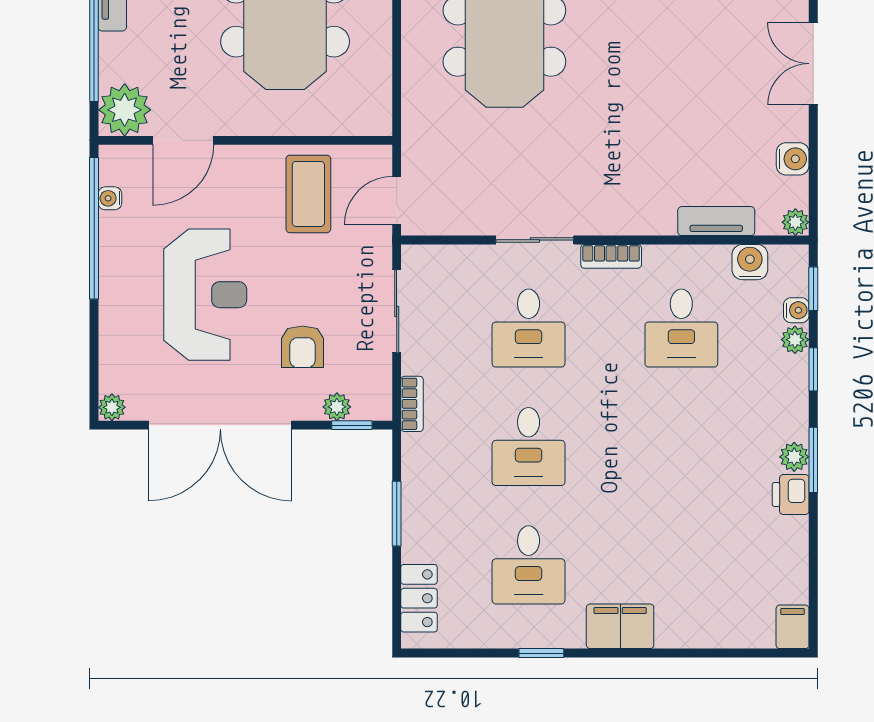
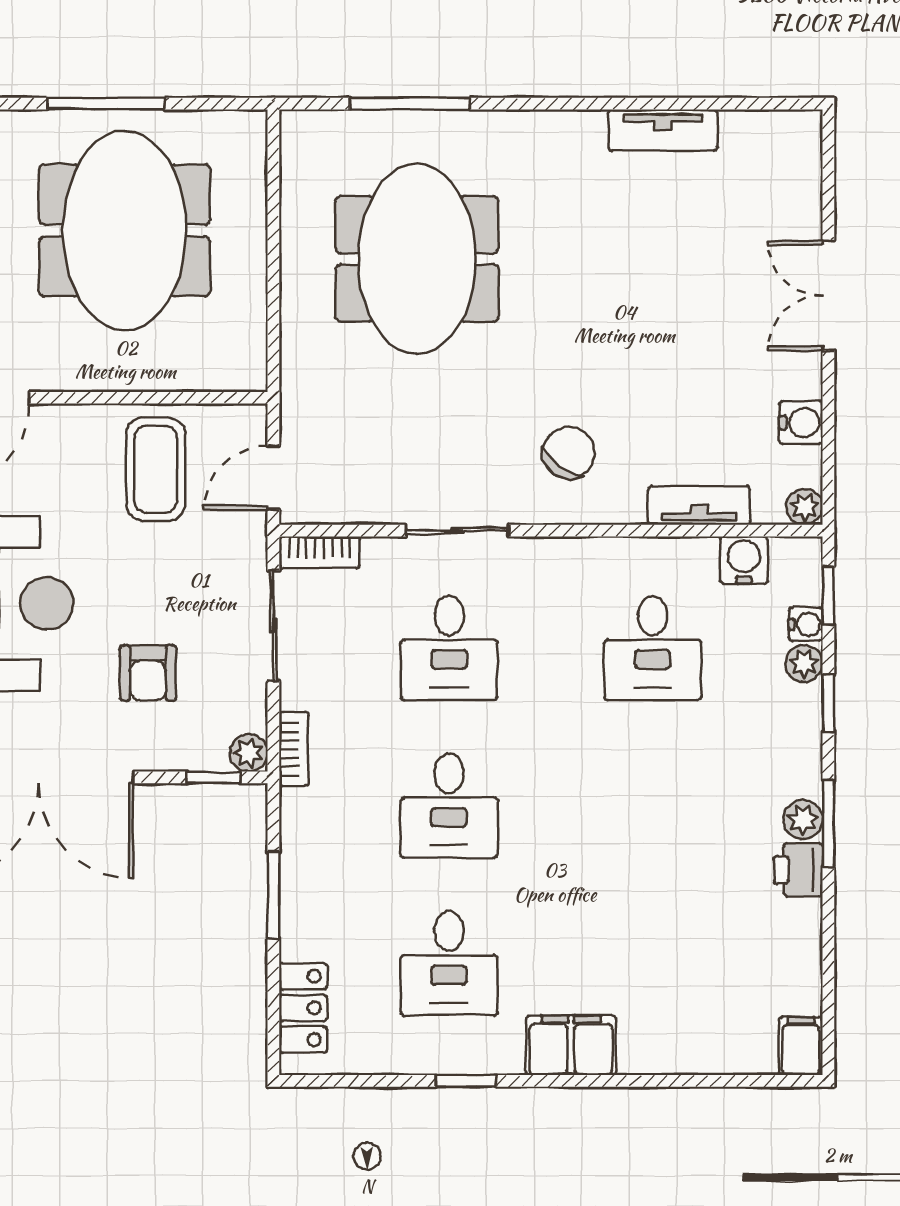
chair: (618, 182) -> (569, 453), added
bookcase: (611, 256) -> (319, 552), moved
plant: (337, 407) -> (249, 753), moved

